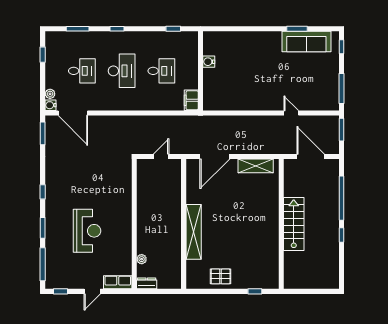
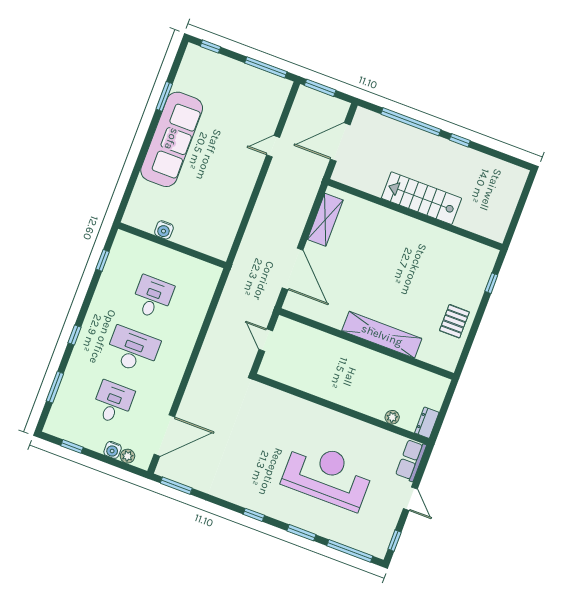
sofa: (306, 41) -> (172, 139), moved, width x1.36, depth x1.27
filing cabinet: (191, 100) -> (206, 272), removed
water cooler: (50, 105) -> (113, 450), moved
reception desk: (87, 231) -> (327, 475), width x1.36, depth x1.30

